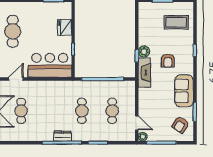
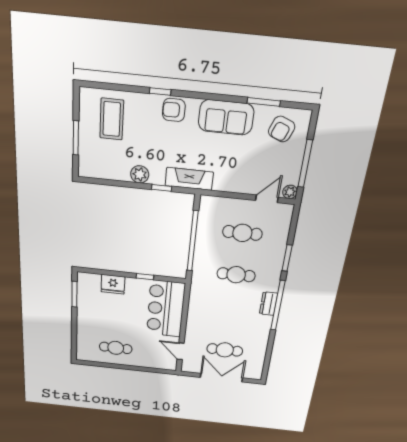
cafe table: (13, 31) -> (116, 348), width x0.73, depth x0.74
plant: (144, 51) -> (140, 174), moved
armchair: (168, 61) -> (174, 110), moved, turned 180
armchair: (181, 125) -> (282, 129), turned 78

